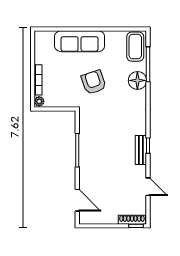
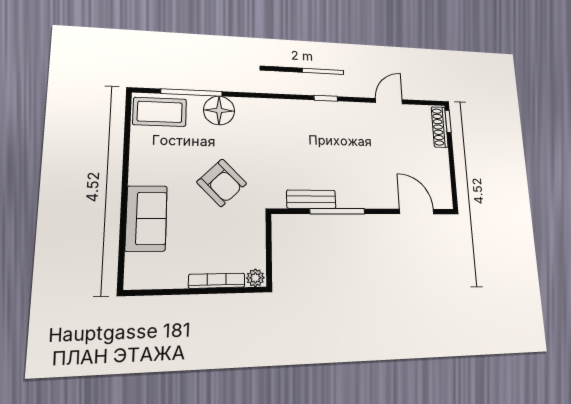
sofa: (80, 41) -> (146, 218), width x0.73
armchair: (94, 82) -> (222, 183), turned -115
bench: (141, 150) -> (311, 199), moved
door: (77, 200) -> (417, 211), hinge flipped

